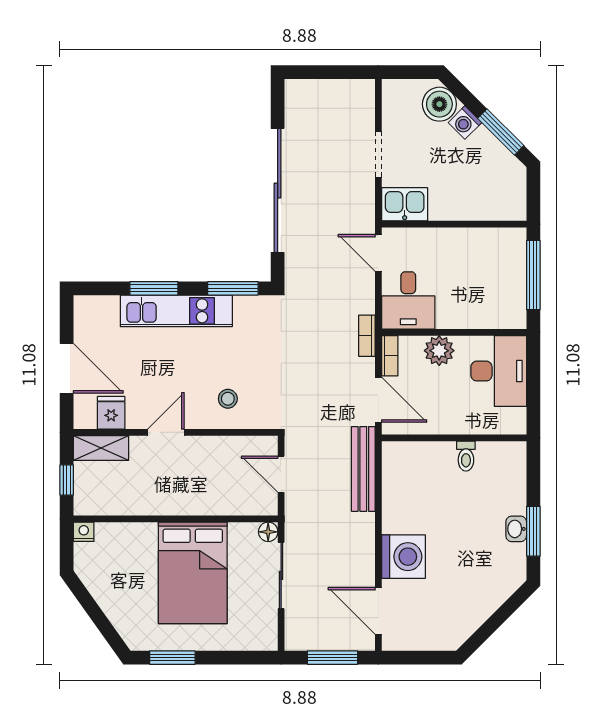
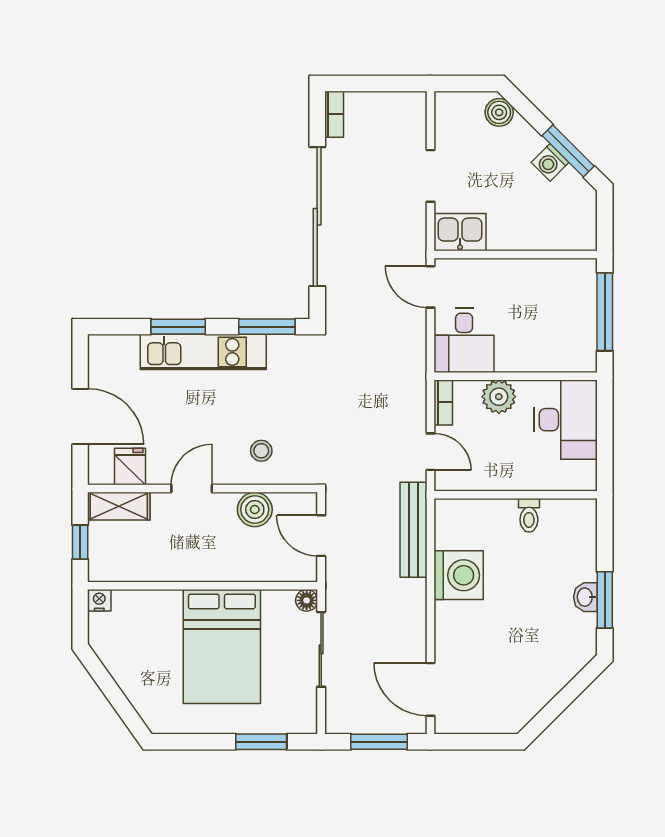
boiler: (439, 104) -> (499, 112), width x0.73, depth x0.73
washing machine: (465, 123) -> (550, 162), moved
bookcase: (367, 336) -> (334, 114), moved, turned 180
door: (378, 400) -> (431, 452), width x0.73
boiler: (222, 451) -> (255, 510), added
washing machine: (403, 557) -> (459, 575), moved
window: (172, 658) -> (261, 742), moved

